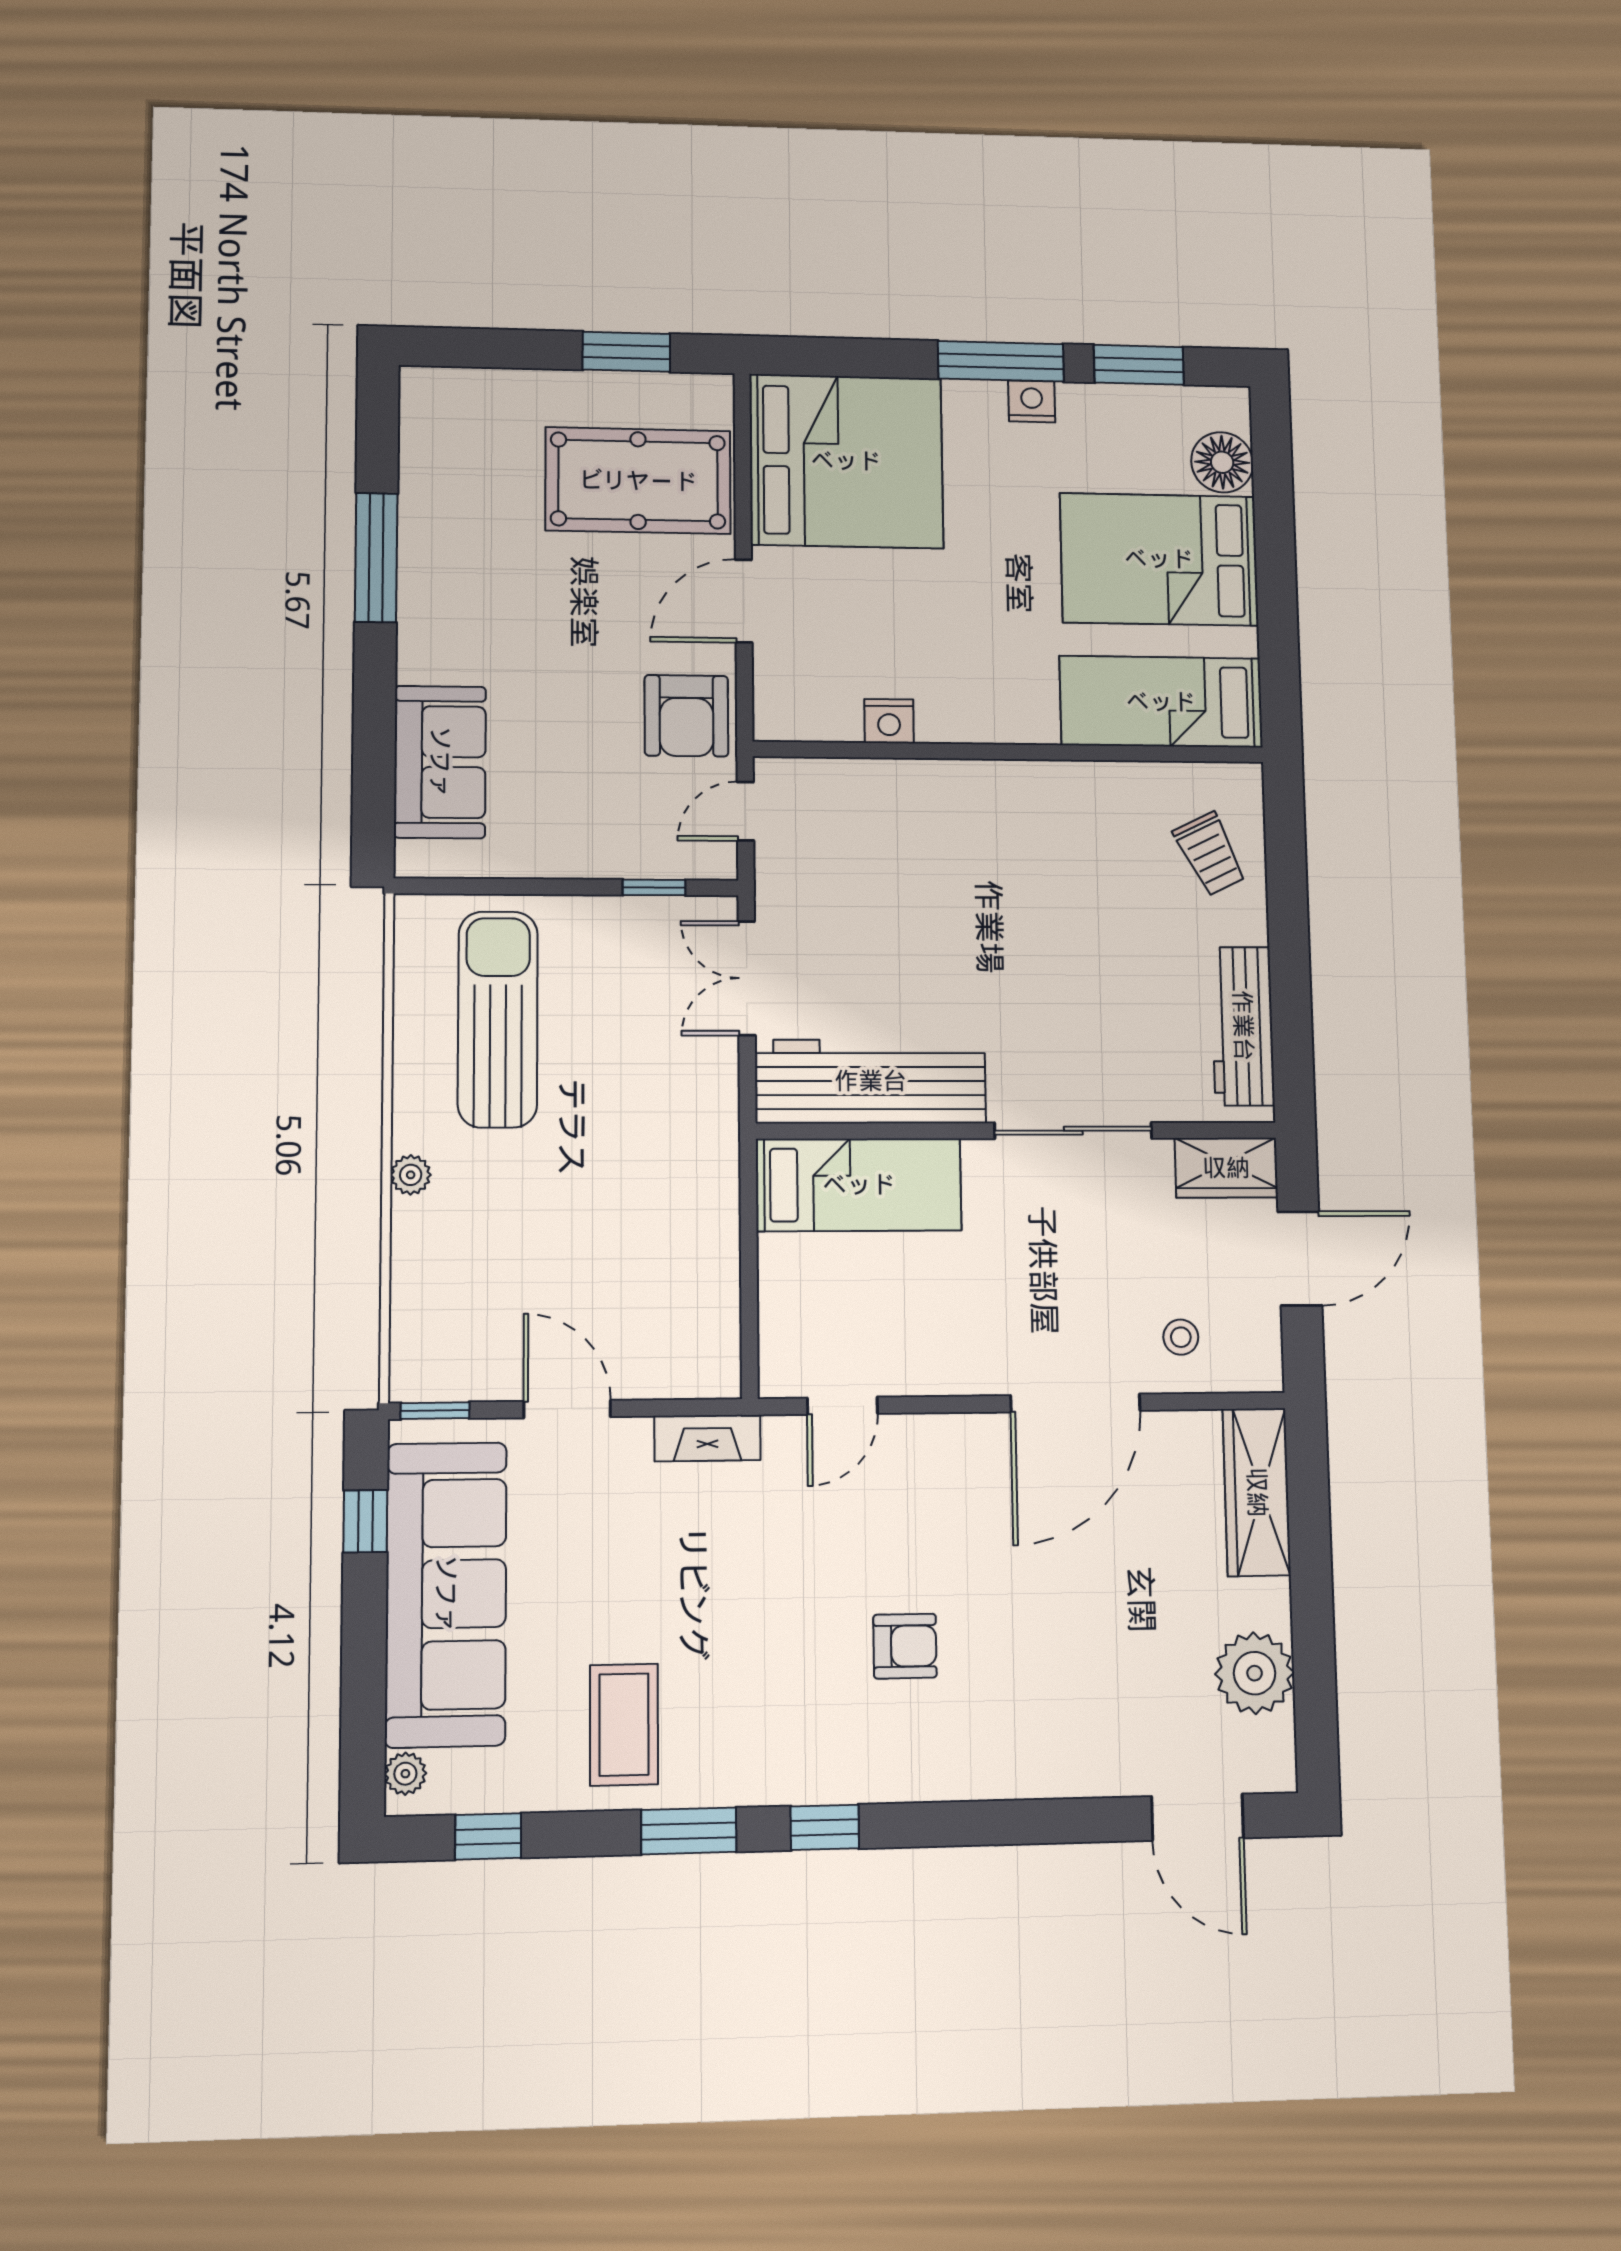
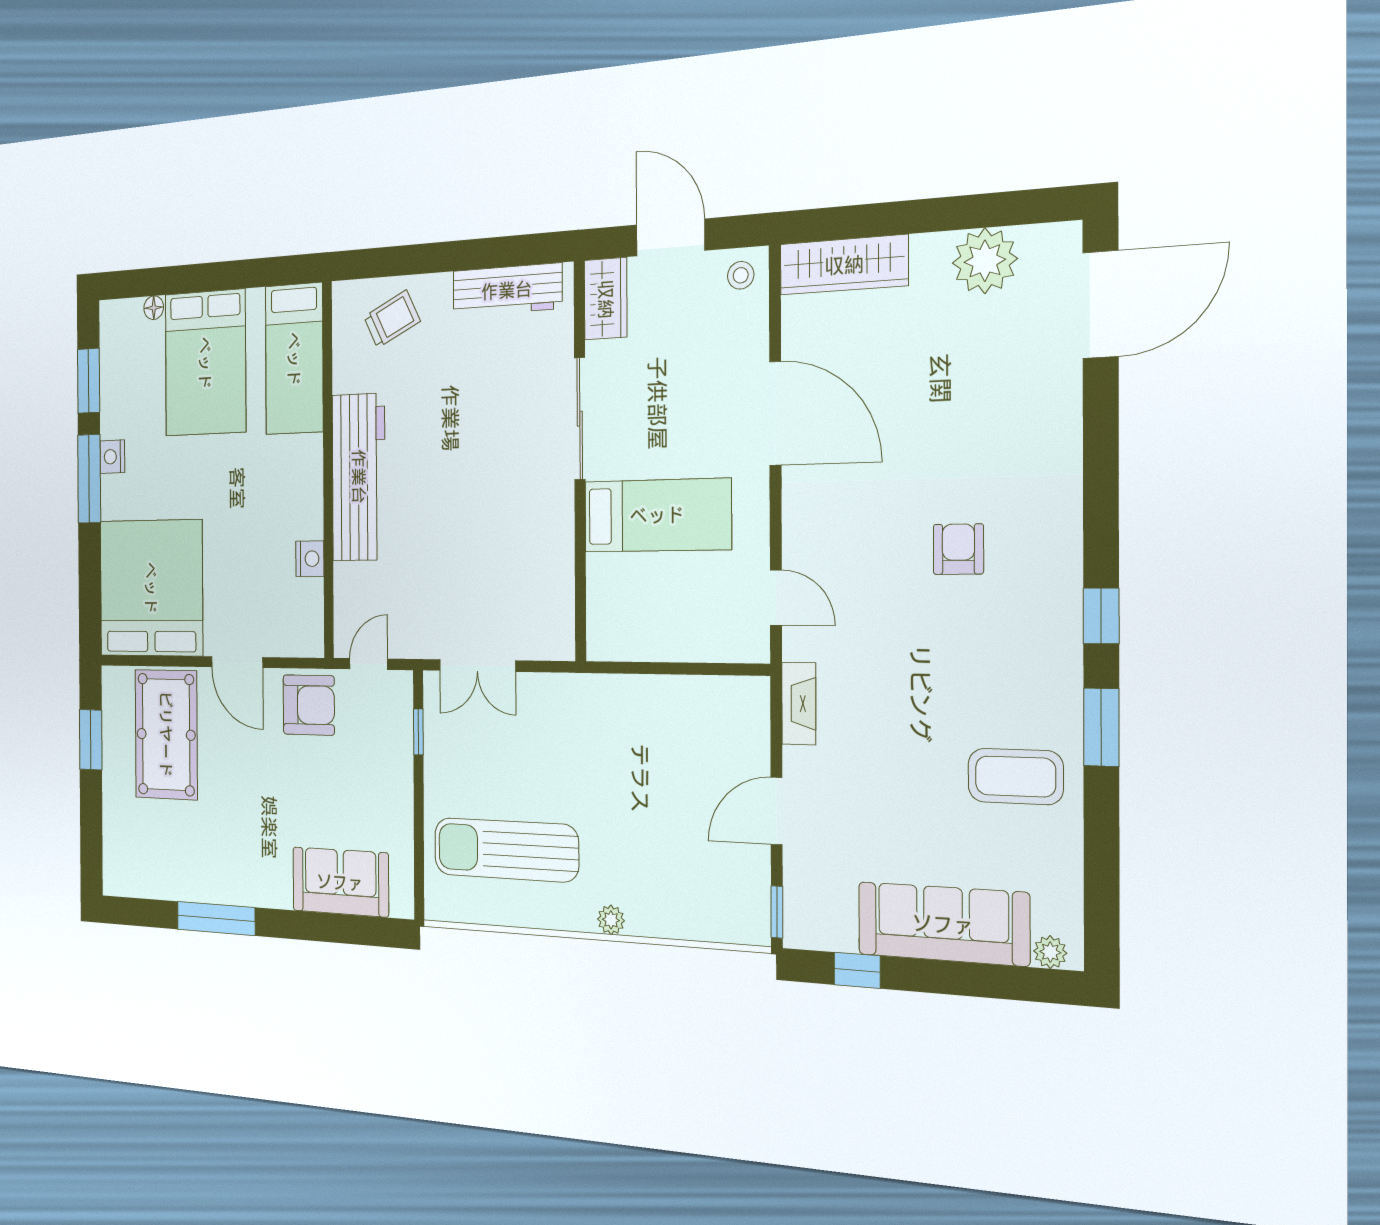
floor lamp: (1222, 462) -> (154, 308), width x0.53, depth x0.53
door: (745, 811) -> (369, 664), swing flipped
workbench: (871, 1081) -> (359, 477), moved, turned 180
bed: (859, 1185) -> (657, 515), moved, turned 90
stool: (1181, 1337) -> (741, 275), moved
sofa: (446, 1594) -> (943, 924), width x0.74, depth x0.79
door: (1197, 1817) -> (1101, 305), width x1.36
window: (488, 1836) -> (1102, 889), removed

